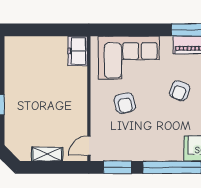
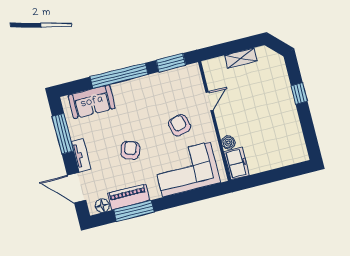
boiler: (81, 74) -> (228, 142), added
door: (89, 146) -> (209, 101), moved

